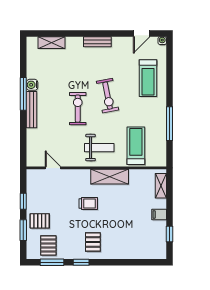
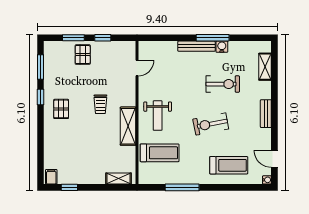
treadmill: (148, 78) -> (229, 165), turned 180
exercise bike: (78, 109) -> (223, 84), moved
filing cabinet: (159, 214) -> (51, 177), moved
pallet: (93, 242) -> (61, 109), turned 90
pallet: (48, 245) -> (58, 63), removed

